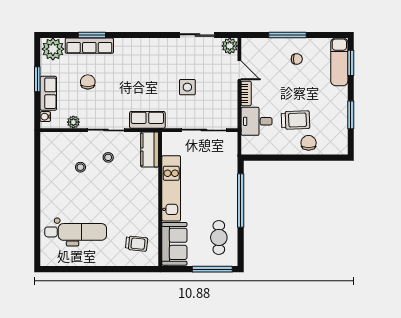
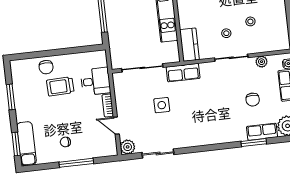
row of seats: (89, 46) -> (262, 132), width x0.68
row of seats: (147, 120) -> (183, 73), moved

